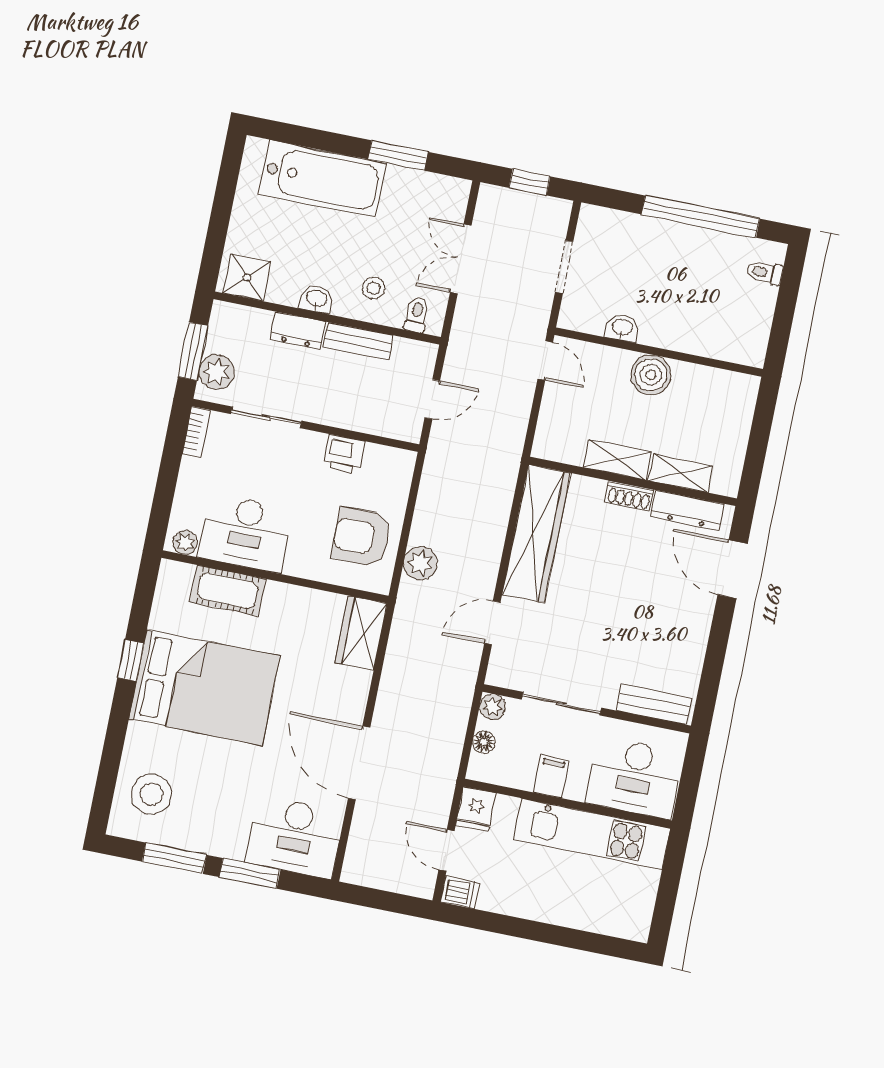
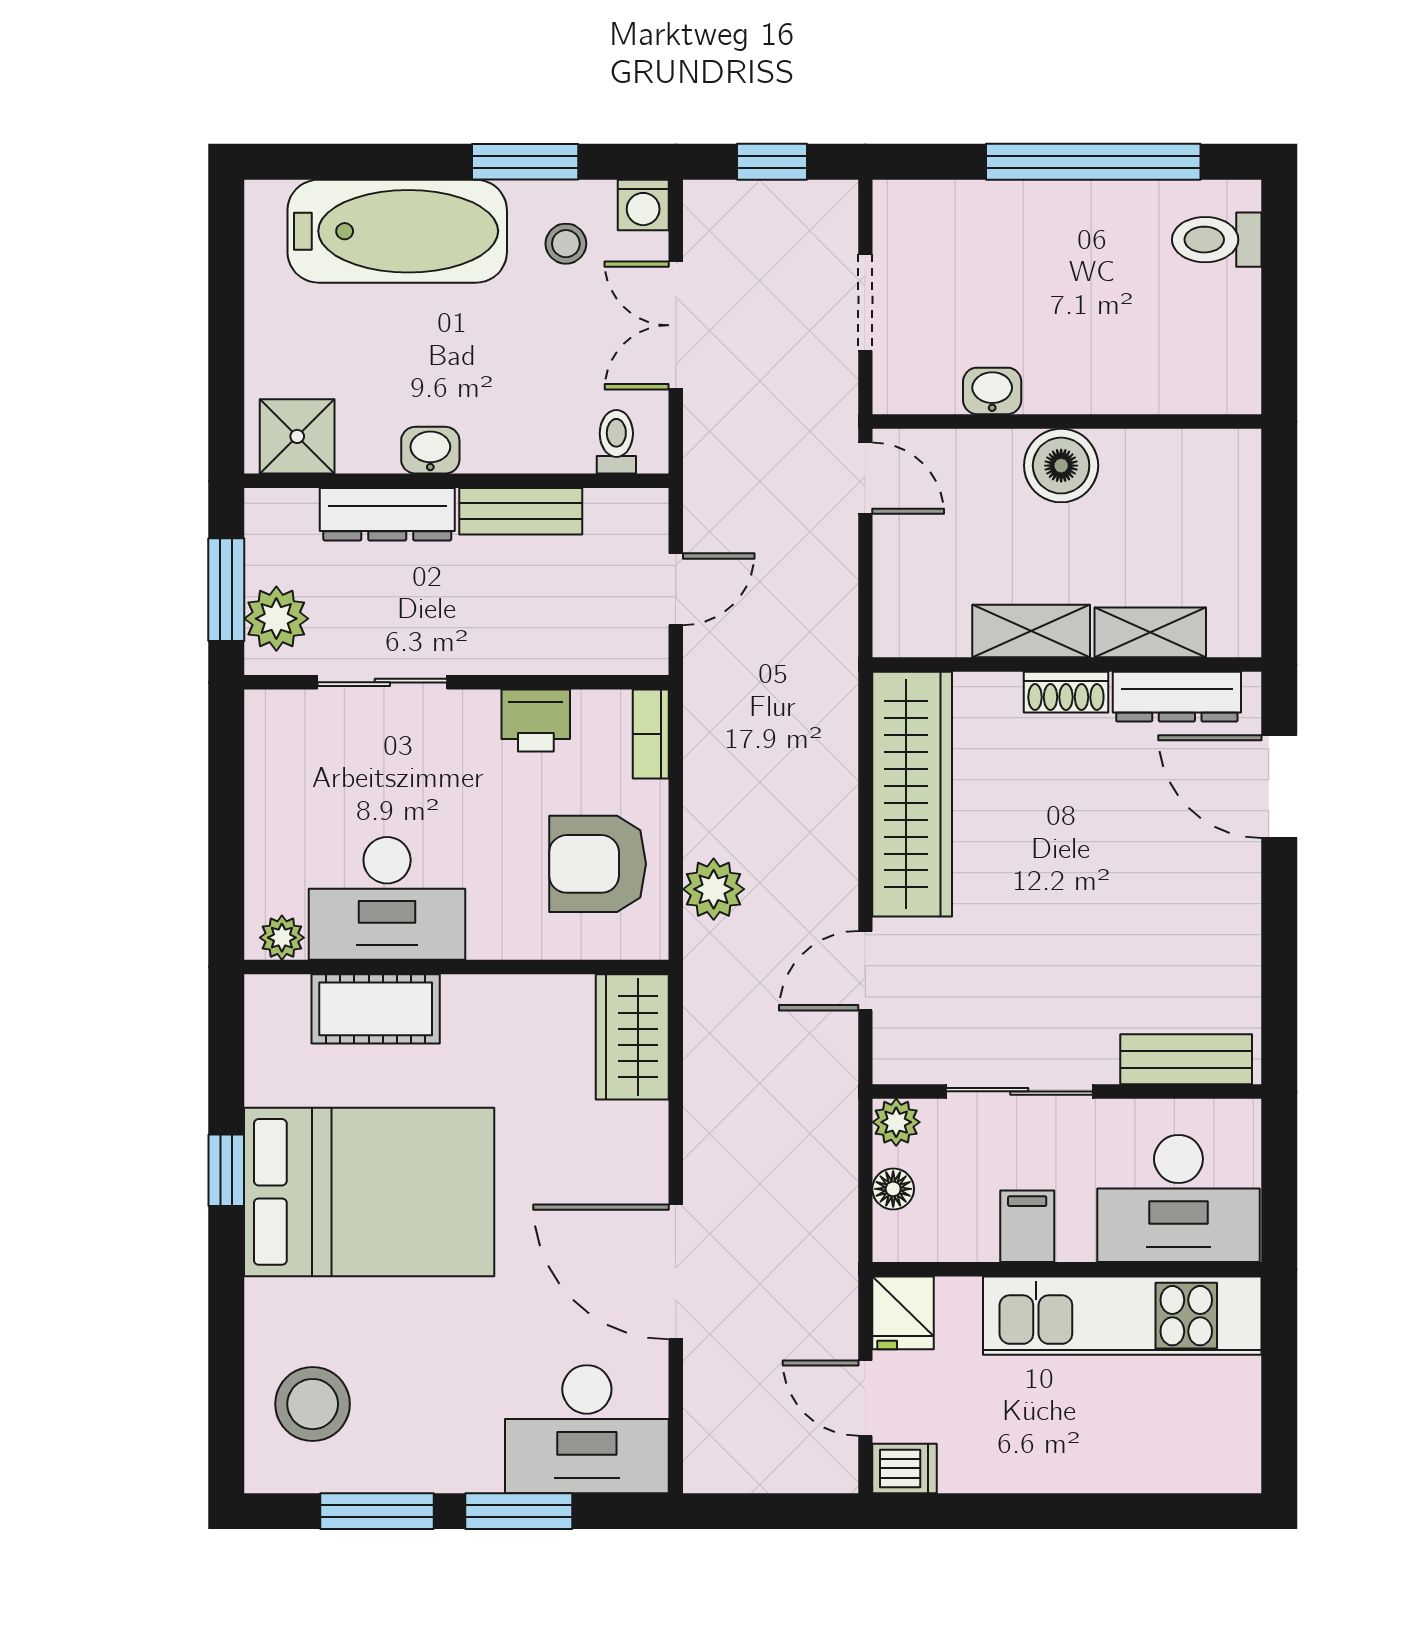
washing machine: (456, 191) -> (643, 205), added
toilet: (765, 273) -> (1217, 240), width x1.37, depth x1.39
stool: (374, 288) -> (566, 244), moved
dresser: (298, 331) -> (387, 514), width x1.44
bookcase: (196, 432) -> (651, 734), moved, turned 180

